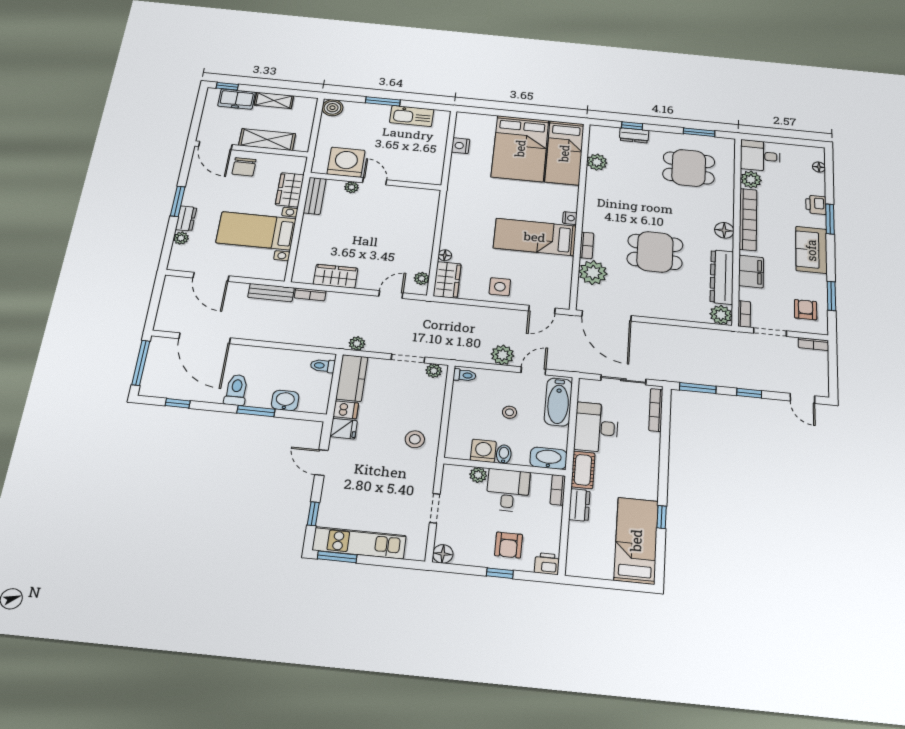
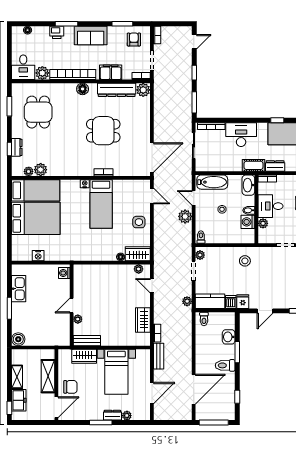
washing machine: (346, 162) -> (64, 273), moved, width x0.53, depth x0.53
dining table: (655, 252) -> (103, 131), turned 90
plant: (593, 273) -> (29, 171), moved, width x0.53, depth x0.53
armchair: (806, 310) -> (134, 39), turned 90
desk: (596, 427) -> (241, 135), moved, turned 180

